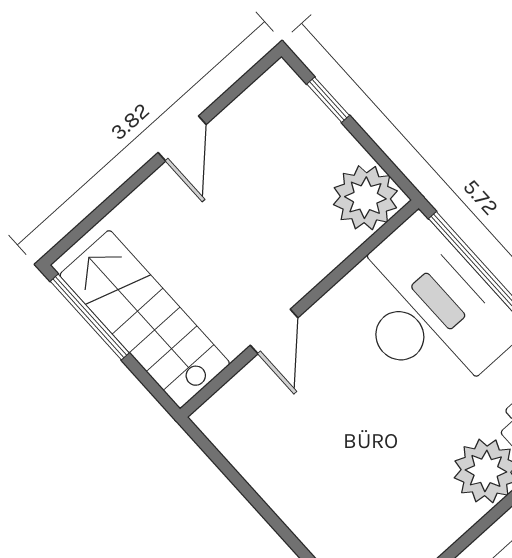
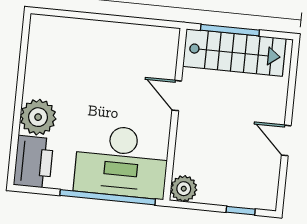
plant: (365, 198) -> (184, 189), width x0.73, depth x0.73
window: (90, 317) -> (230, 30), moved

